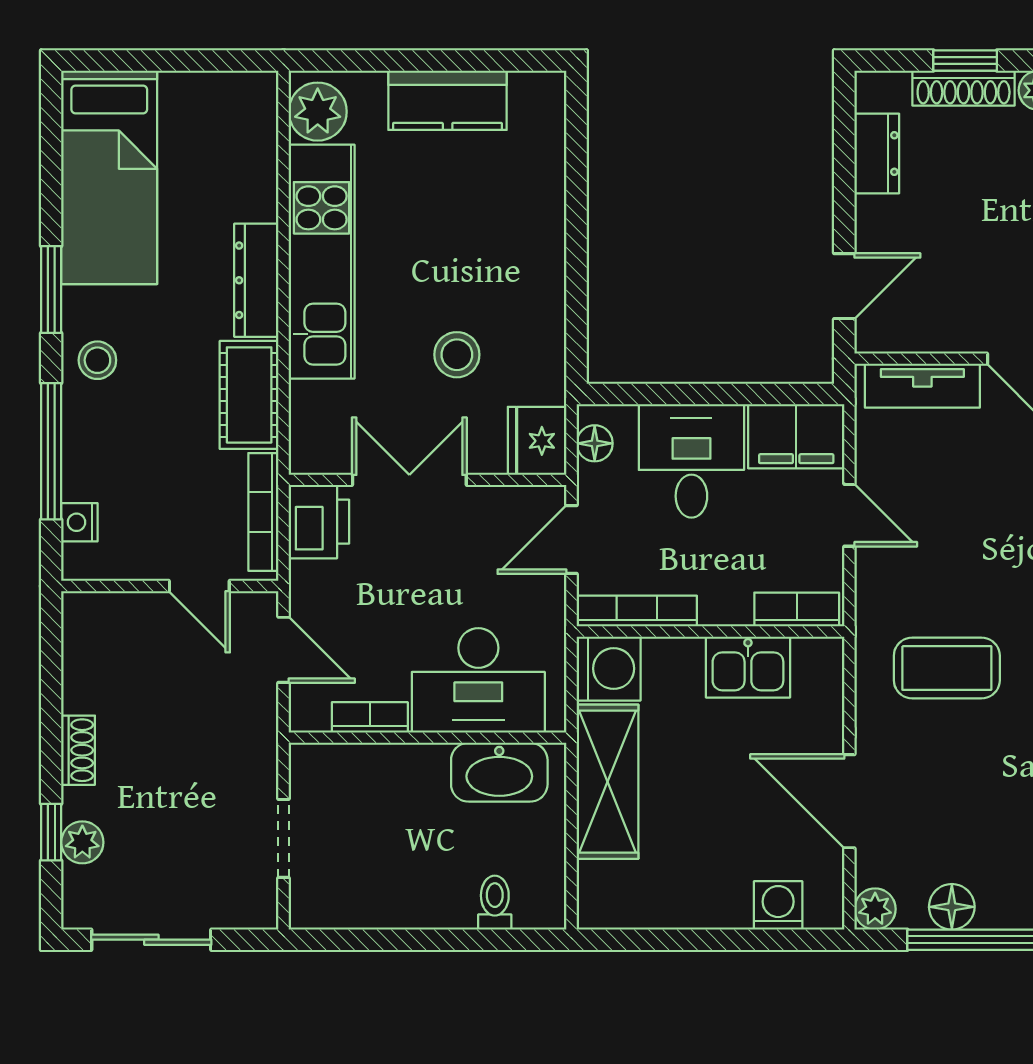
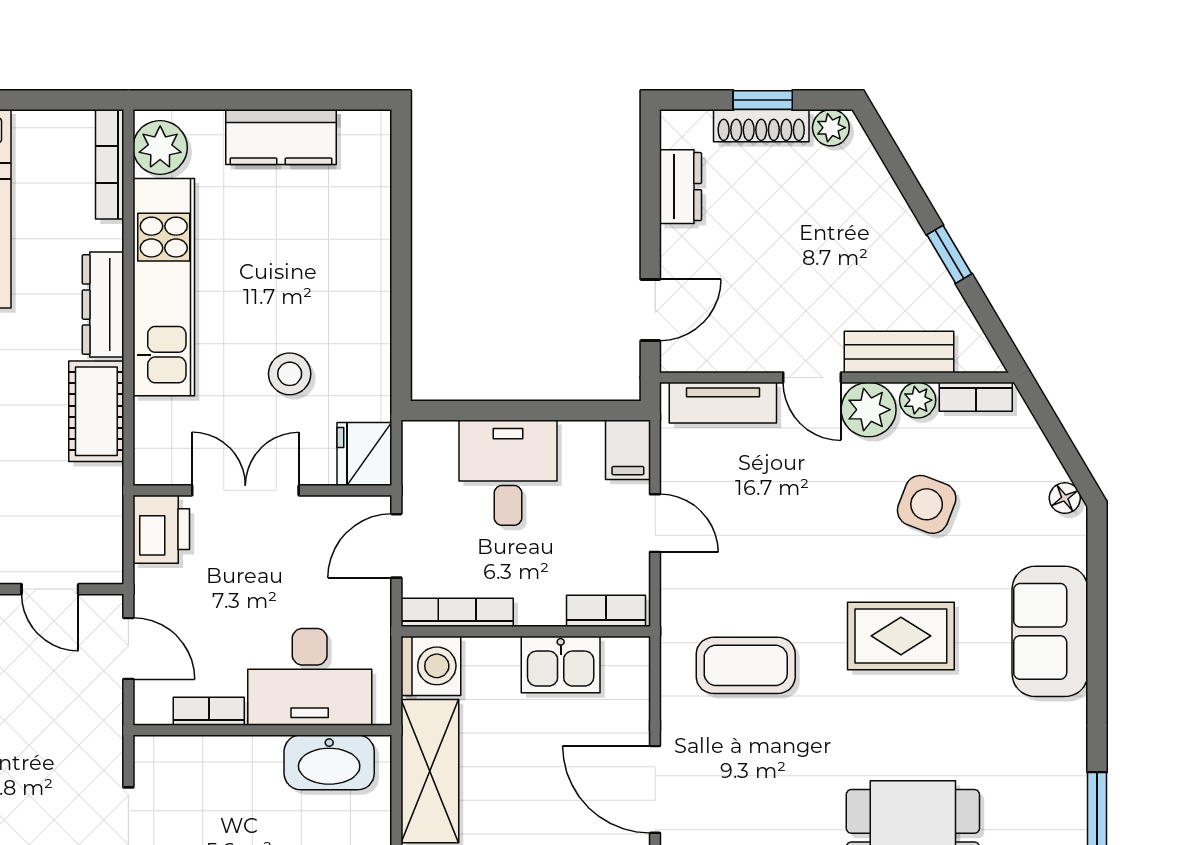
filing cabinet: (796, 436) -> (628, 450), width x0.50
floor lamp: (595, 443) -> (418, 456), removed
bookcase: (263, 512) -> (110, 164), moved

